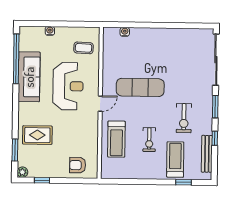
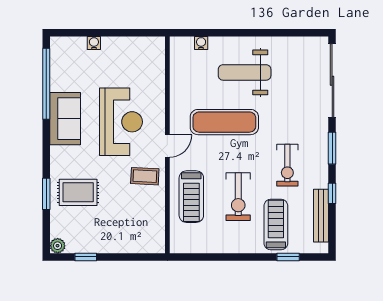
coffee table: (84, 48) -> (145, 176), moved
weight bench: (155, 53) -> (245, 72), added
sofa: (29, 77) -> (65, 119), width x0.73
exercise bike: (149, 140) -> (238, 197), width x1.38, depth x1.39
window: (15, 150) -> (46, 194), moved
armchair: (78, 165) -> (136, 235), removed

